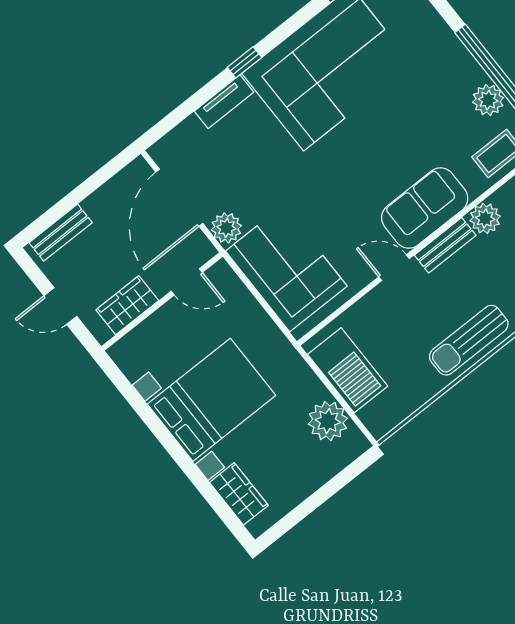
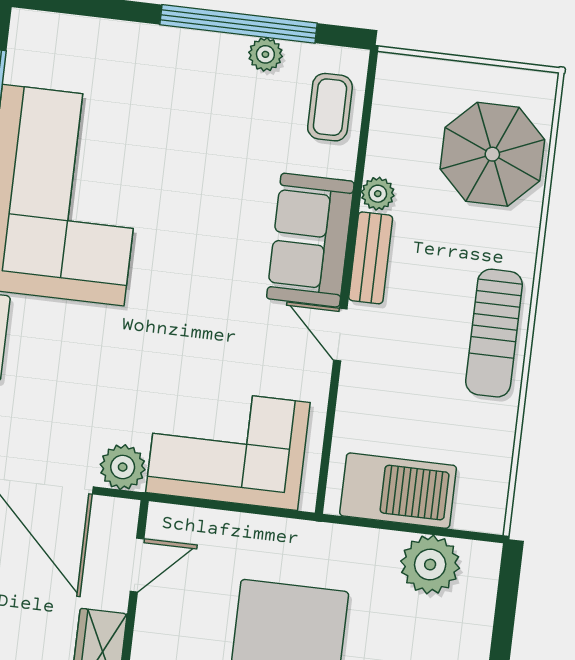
plant: (488, 100) -> (265, 54), width x0.73, depth x0.73
plant: (485, 218) -> (378, 194), width x0.73, depth x0.73
door: (394, 268) -> (340, 335), hinge flipped

